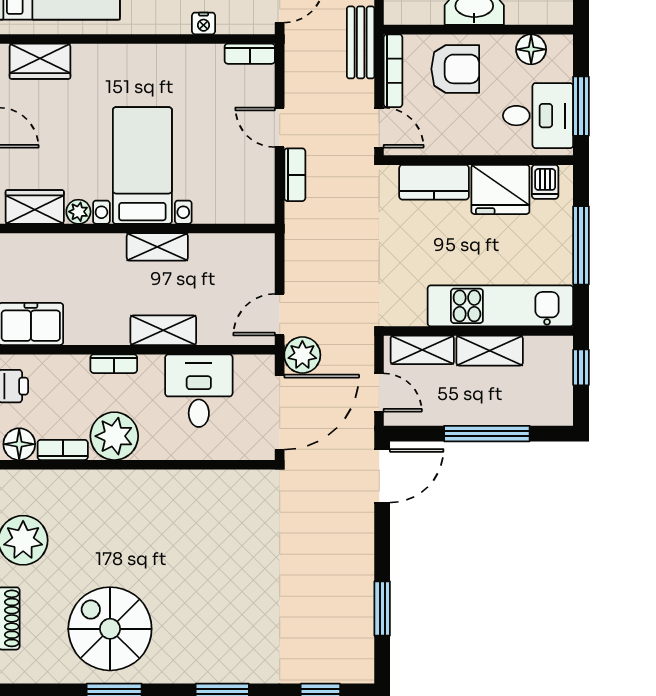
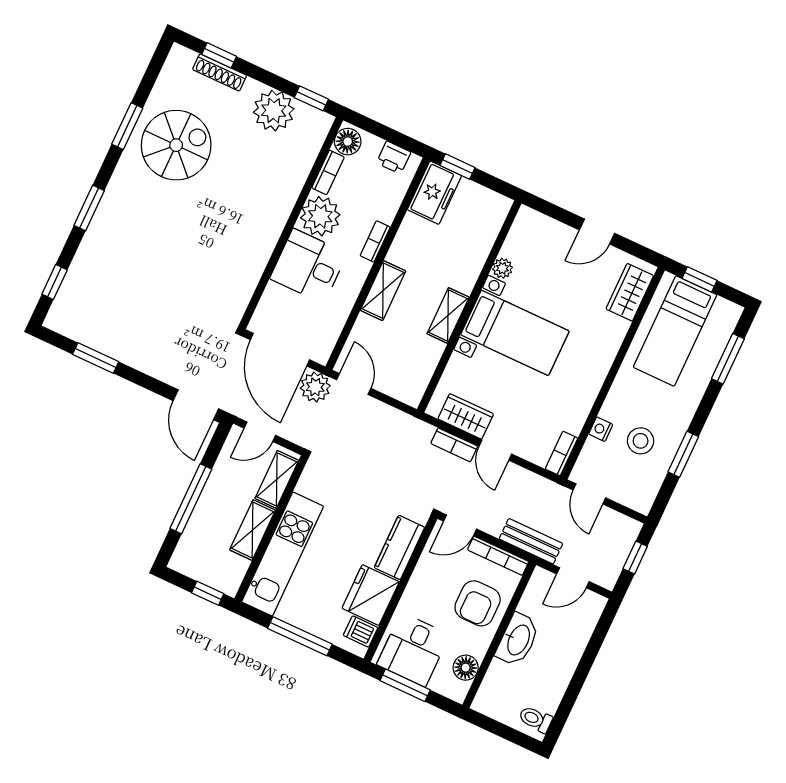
door: (280, 127) -> (495, 450), swing flipped
wardrobe: (35, 207) -> (466, 416), moved, turned -90
desk: (199, 391) -> (308, 266), moved, turned 180

